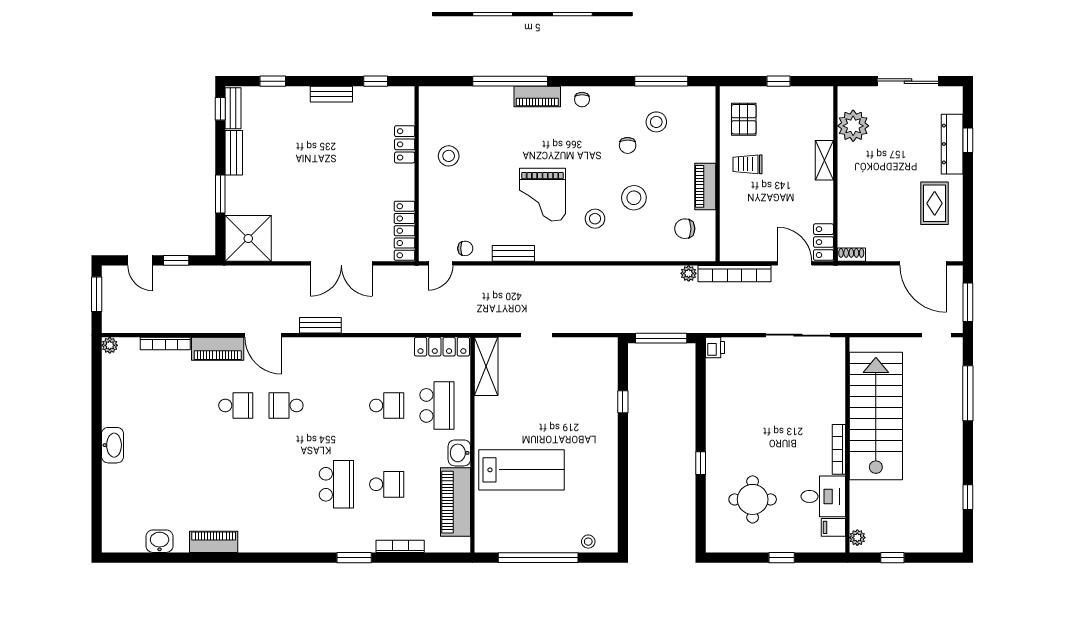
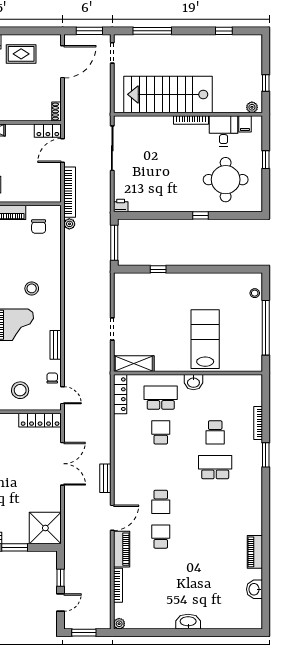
stool: (634, 198) -> (20, 390), moved
school desk: (387, 484) -> (215, 432), turned 180
round table: (753, 499) -> (226, 180), width x1.36, depth x1.36
piano: (456, 502) -> (227, 385), removed

